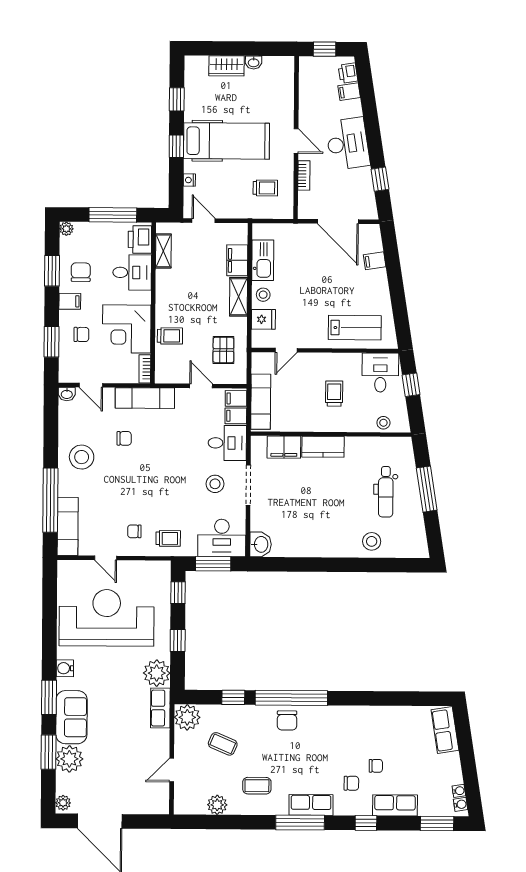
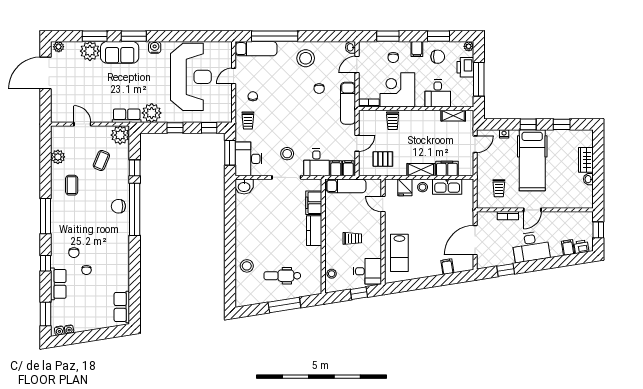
printer: (140, 239) -> (465, 67), moved, turned -90
row of seats: (445, 730) -> (122, 307), moved, turned -81
row of seats: (311, 805) -> (58, 224), removed

